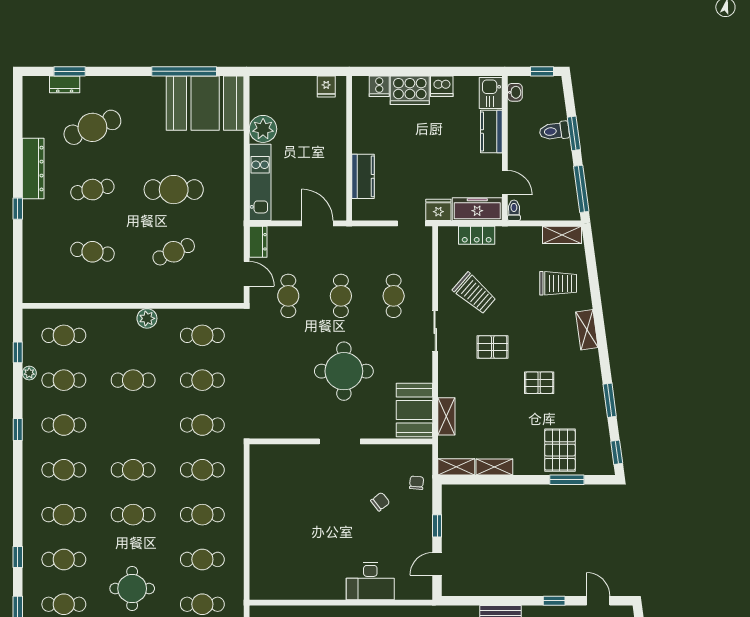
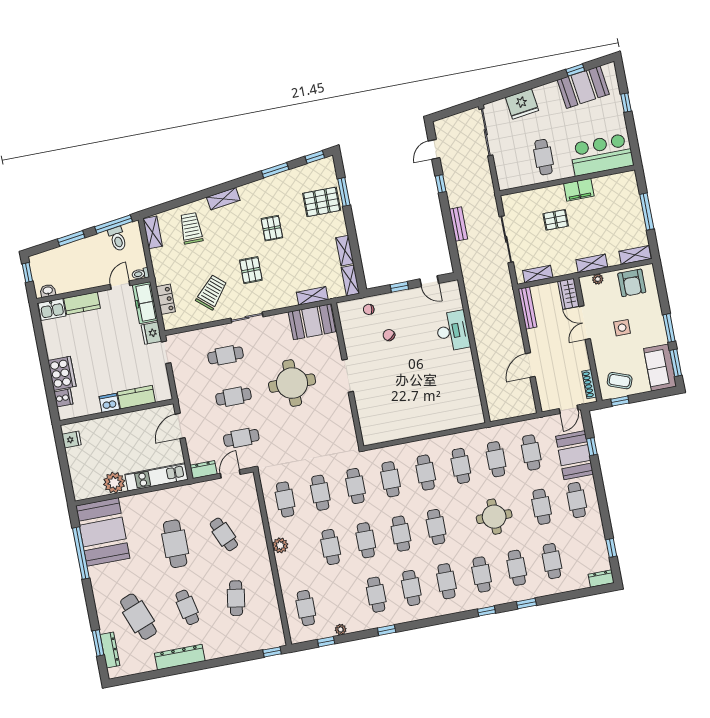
dresser: (65, 84) -> (110, 650), width x1.44
dishwasher: (442, 86) -> (109, 403), moved, turned -90
toilet: (554, 131) -> (117, 239), moved
window: (18, 209) -> (272, 652), moved
cafe table: (64, 380) -> (366, 540), moved

